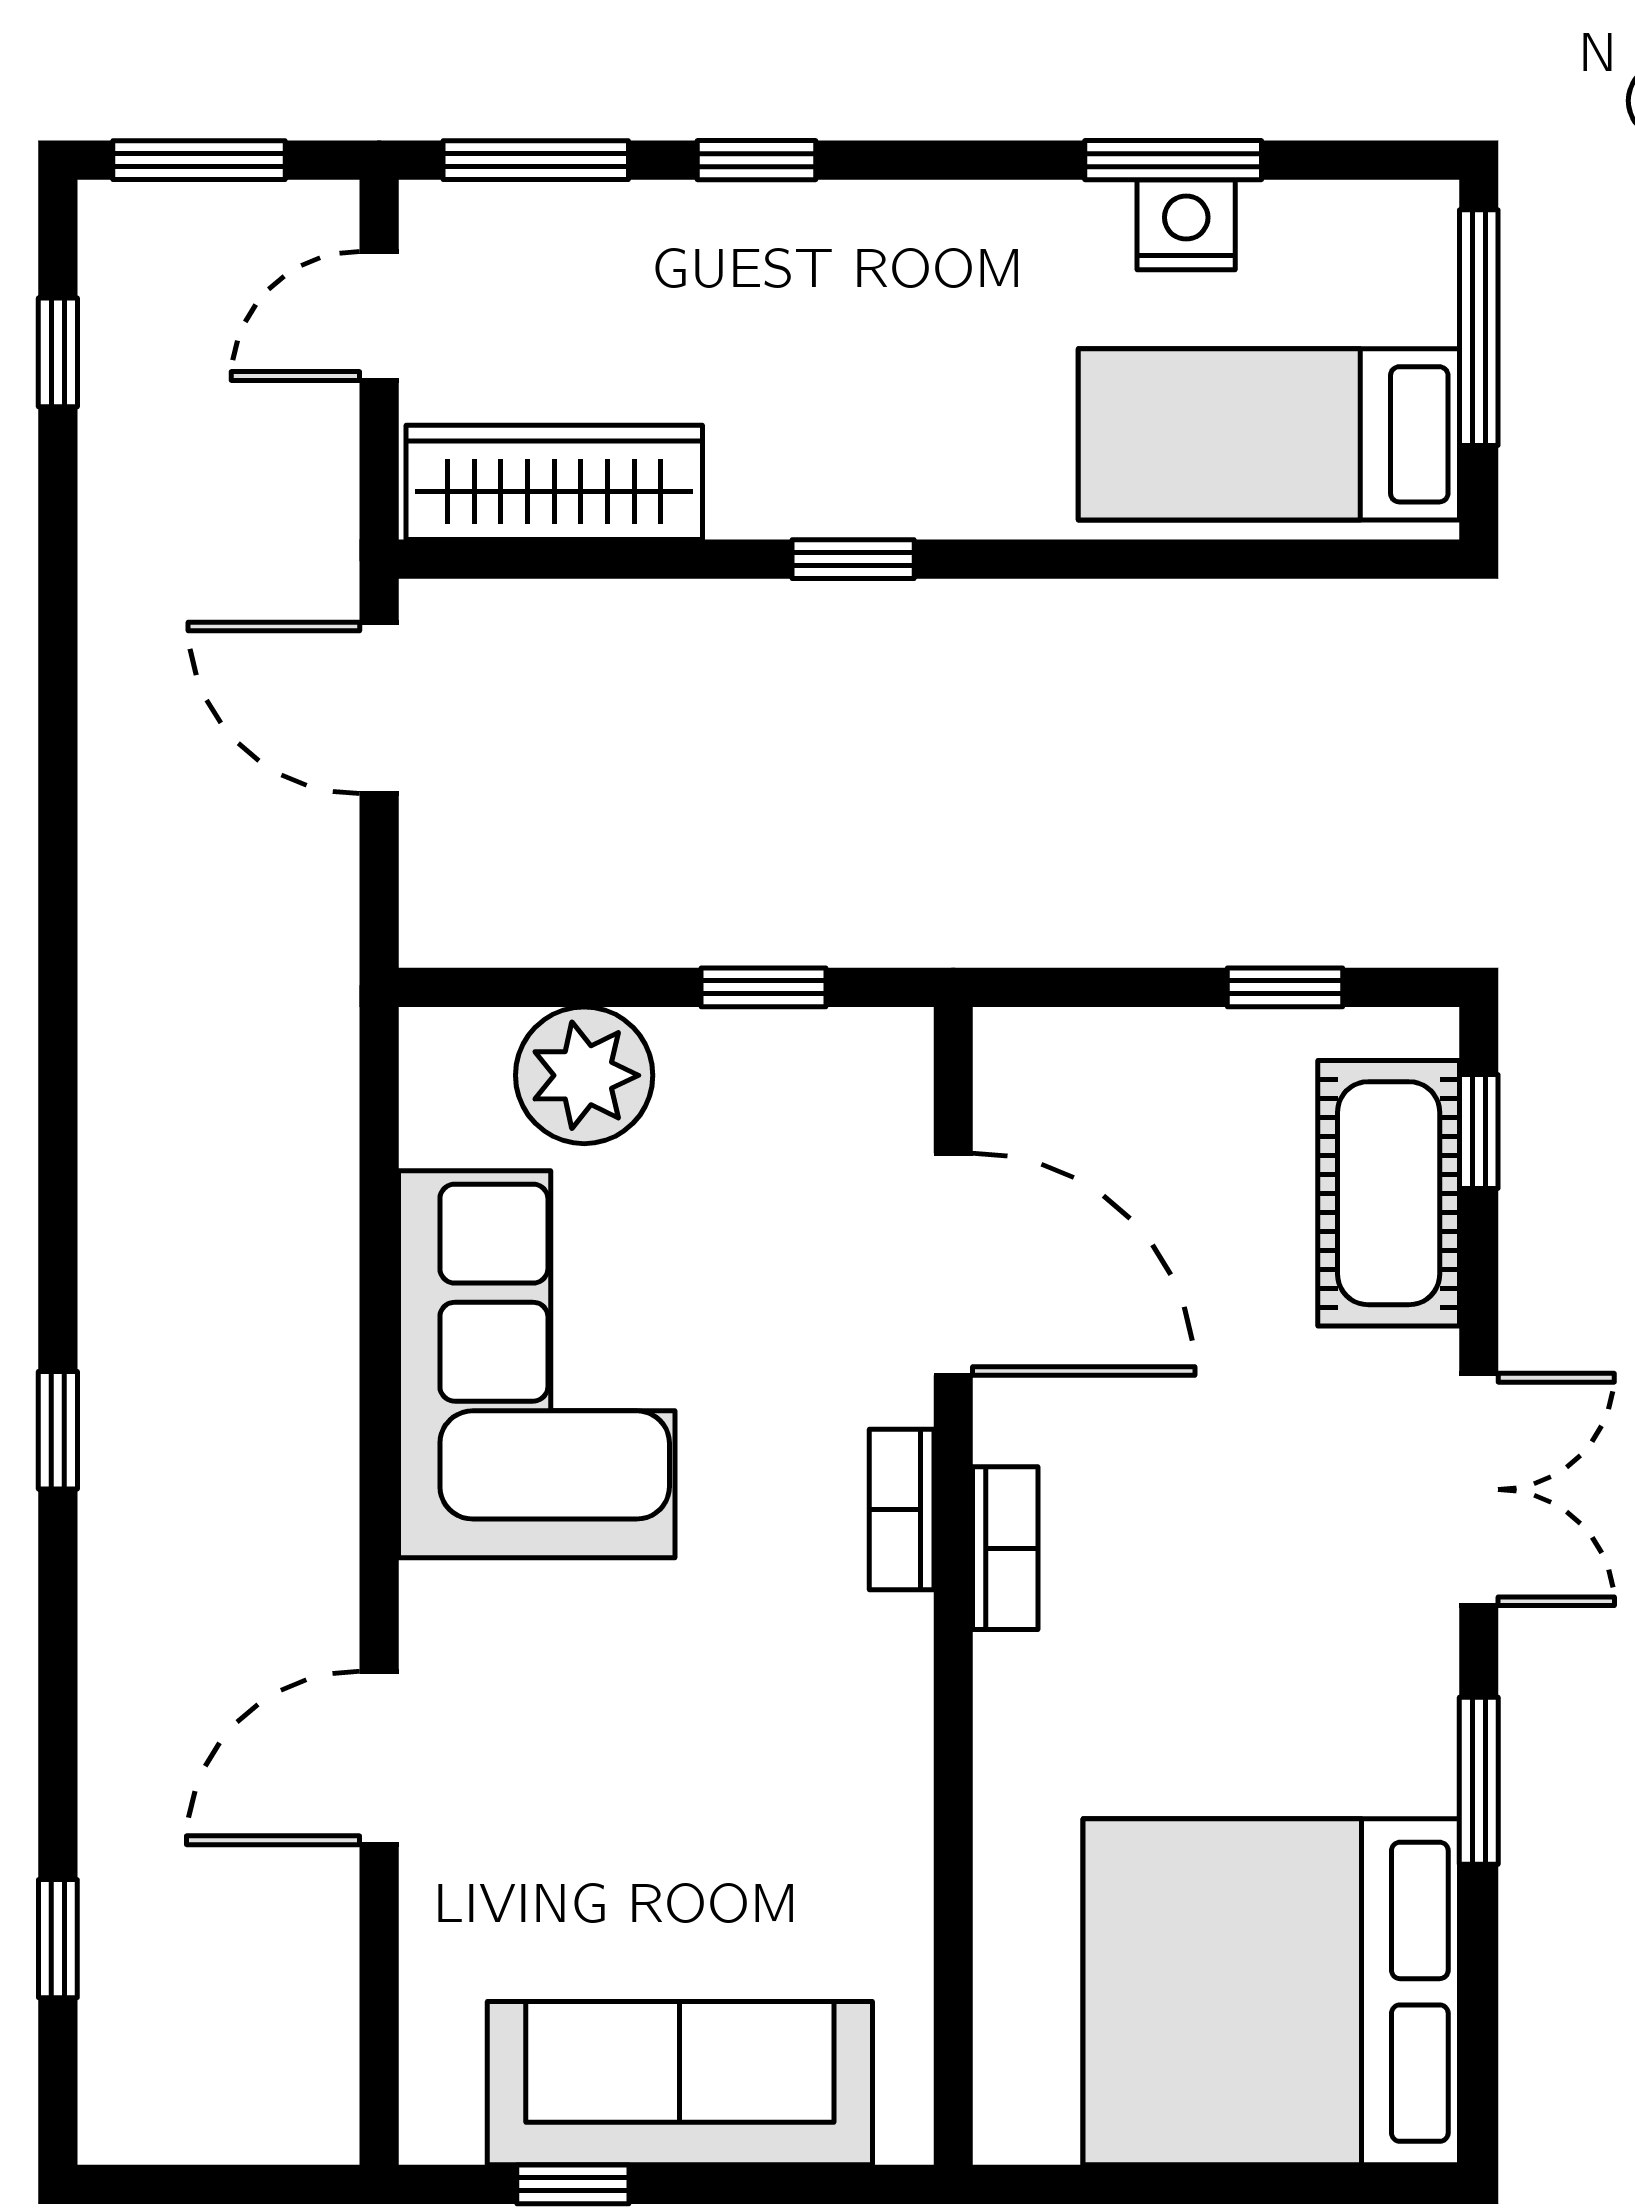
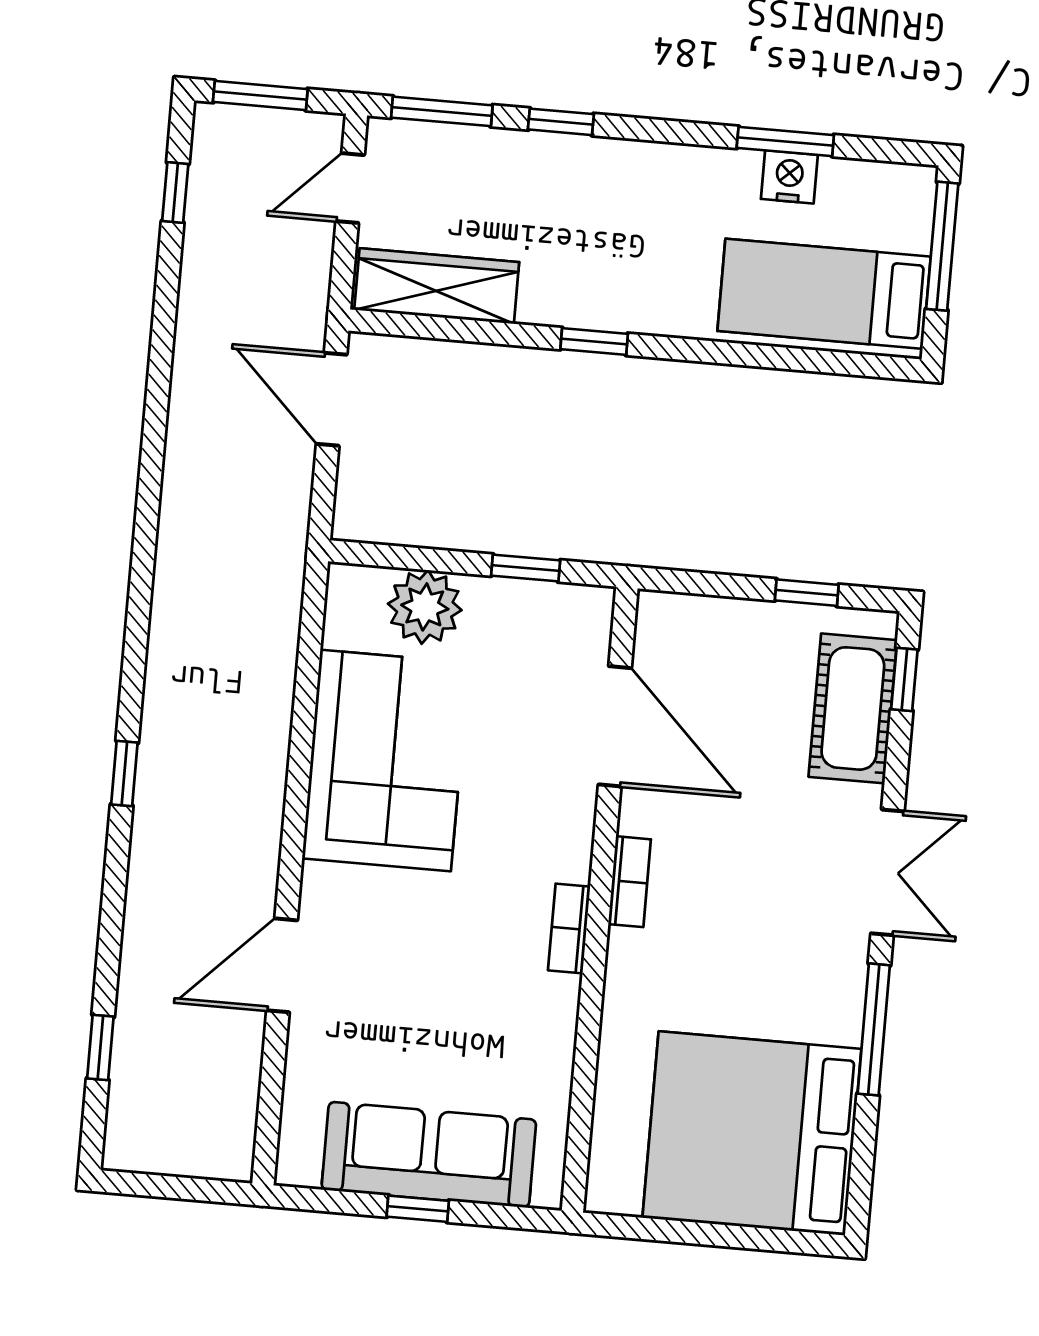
bookcase: (902, 1510) -> (569, 928), moved
window: (1479, 1781) -> (874, 1029), width x1.44
window: (573, 2184) -> (418, 1209), moved

